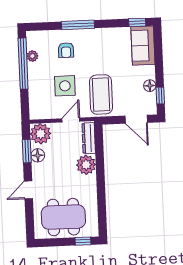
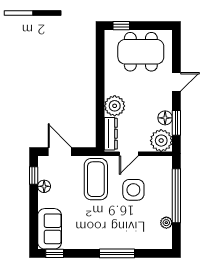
armchair: (66, 50) -> (131, 227), removed
window: (23, 64) -> (176, 196), moved

